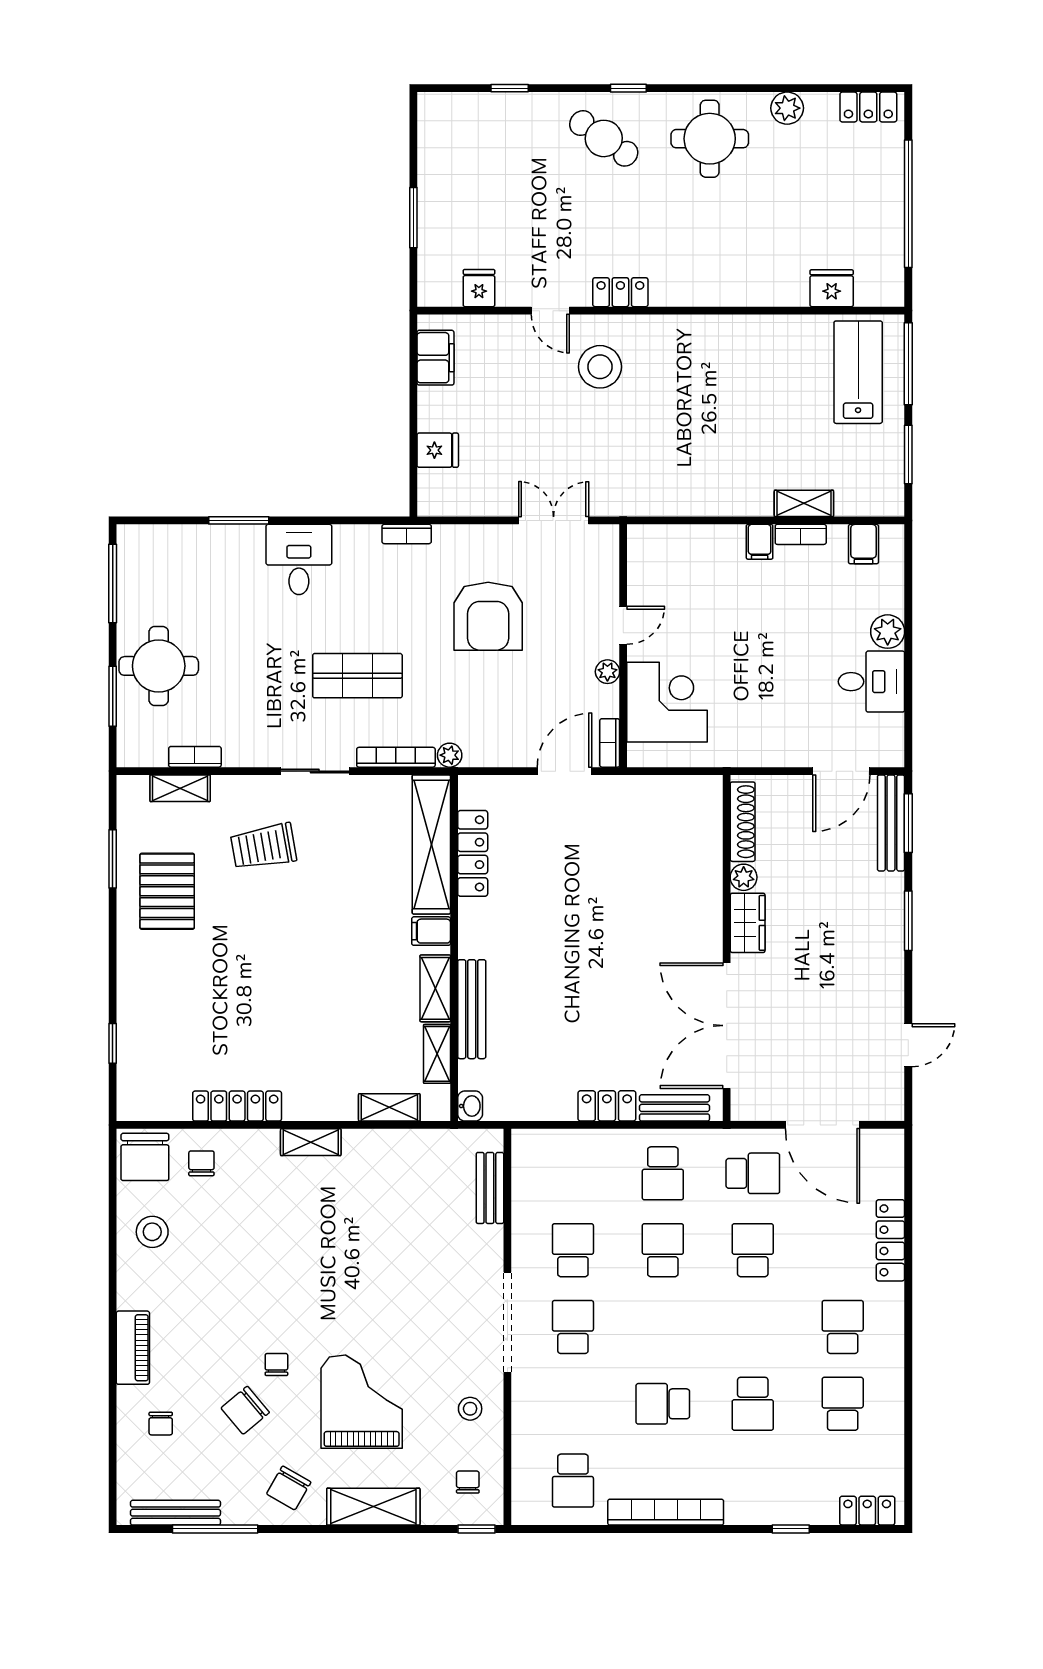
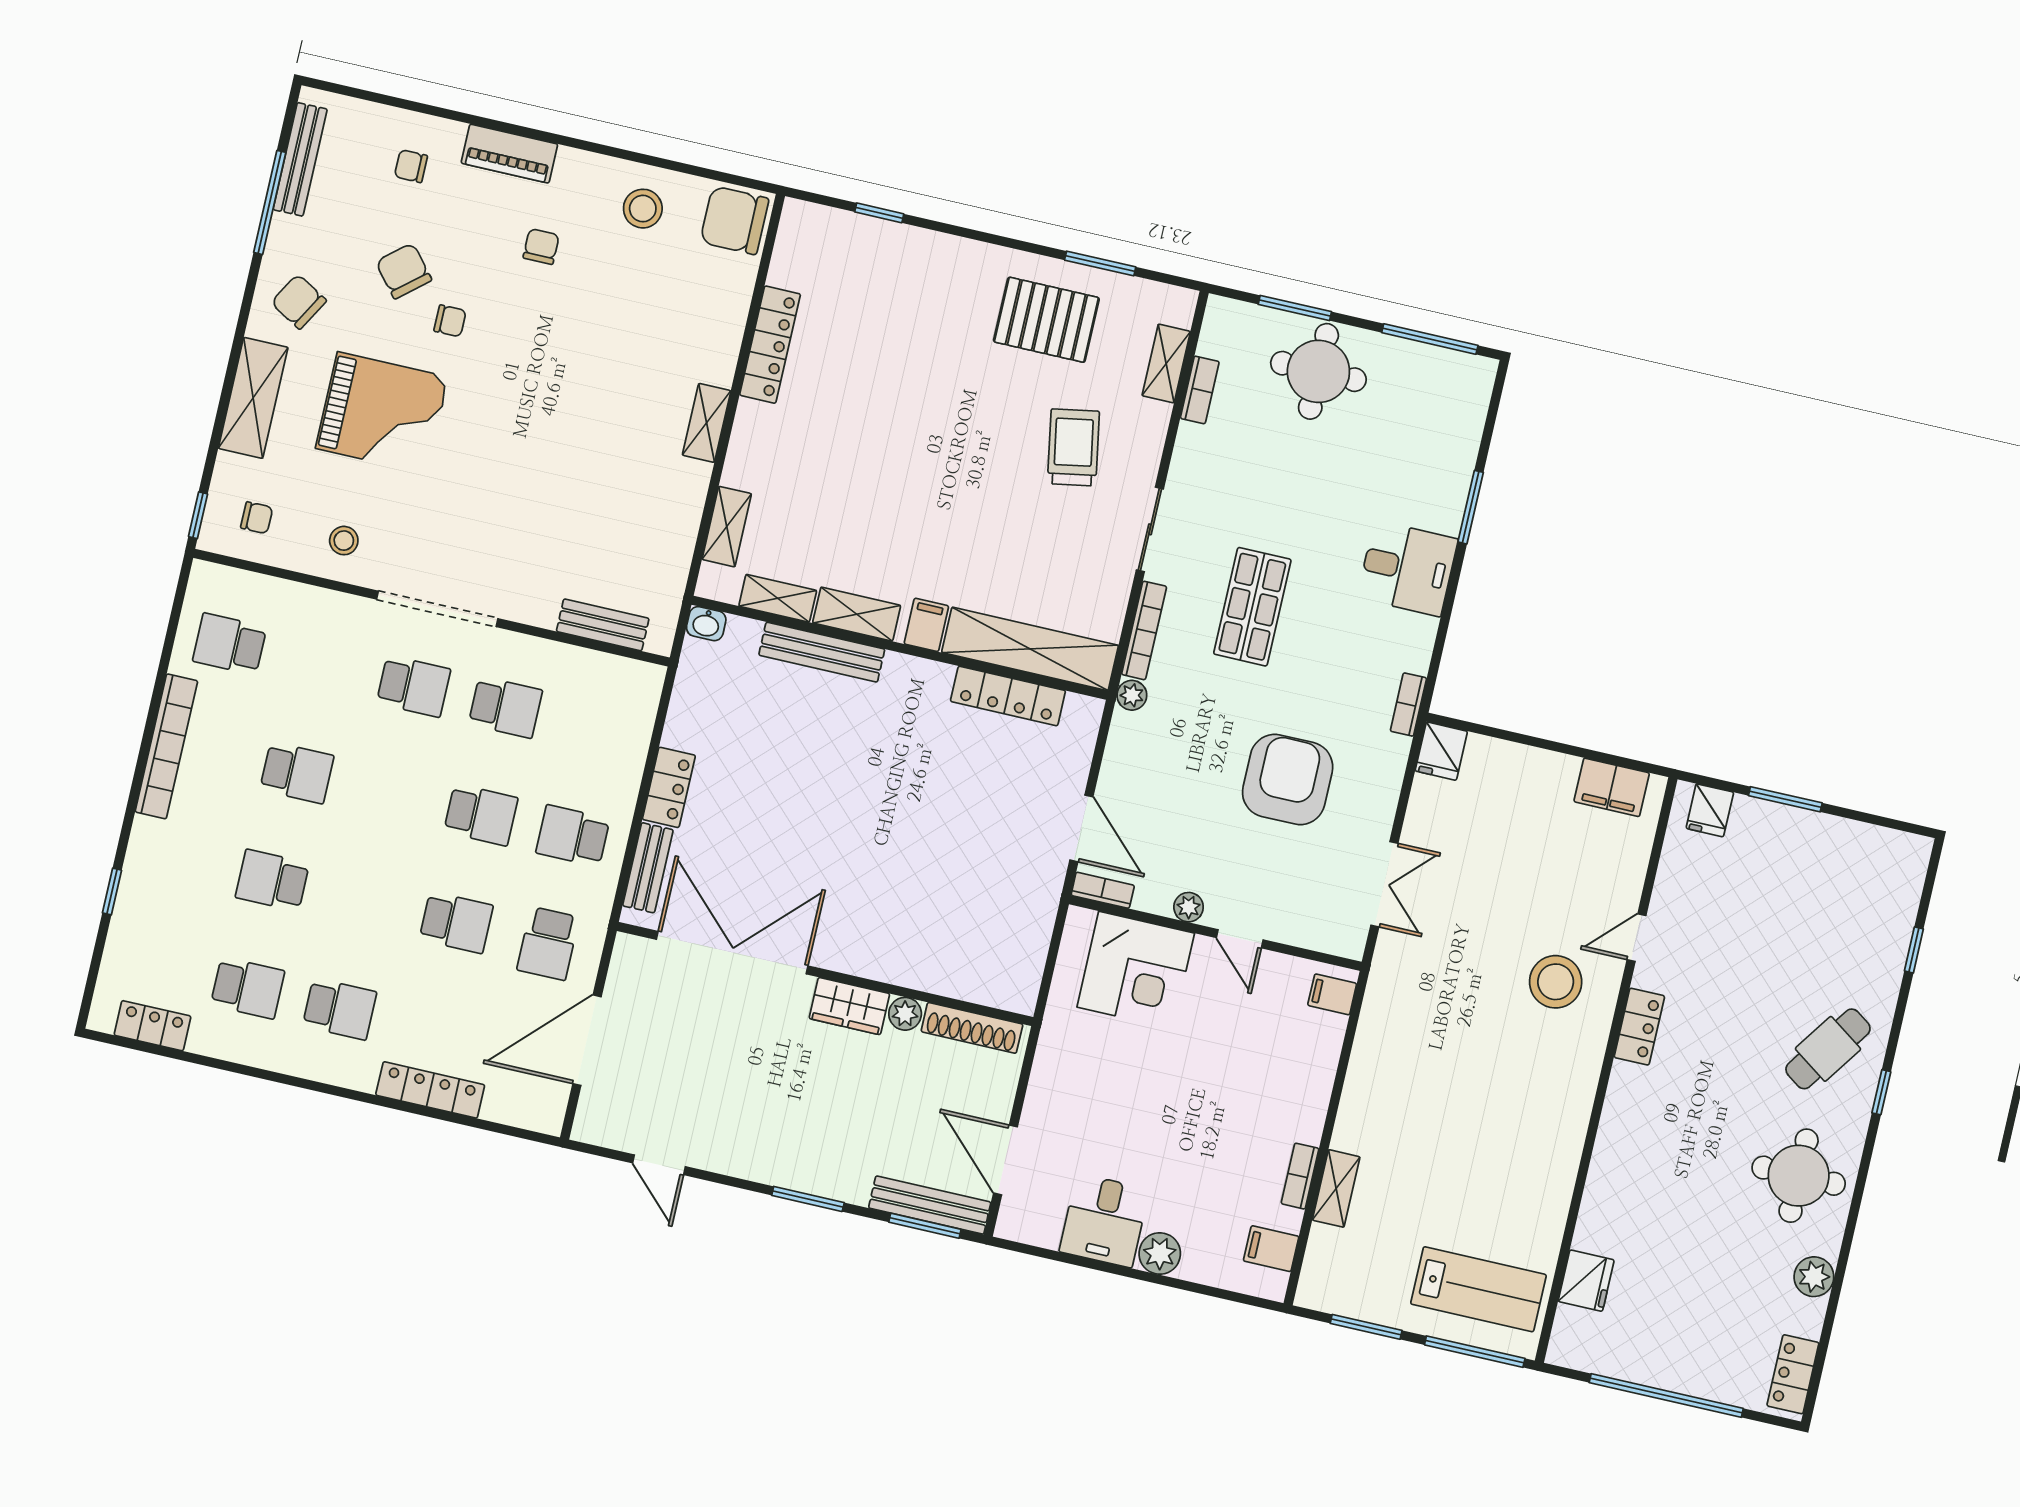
fridge: (479, 288) -> (1710, 810), moved, turned 90
fridge: (438, 450) -> (1441, 751), moved
filing cabinet: (760, 542) -> (1332, 994), moved
armchair: (488, 616) -> (1288, 779), turned 90
chair: (201, 1163) -> (541, 246), moved, turned -90
school desk: (663, 1404) -> (297, 773), turned 90
locker: (867, 1511) -> (153, 1026), moved, turned -90

